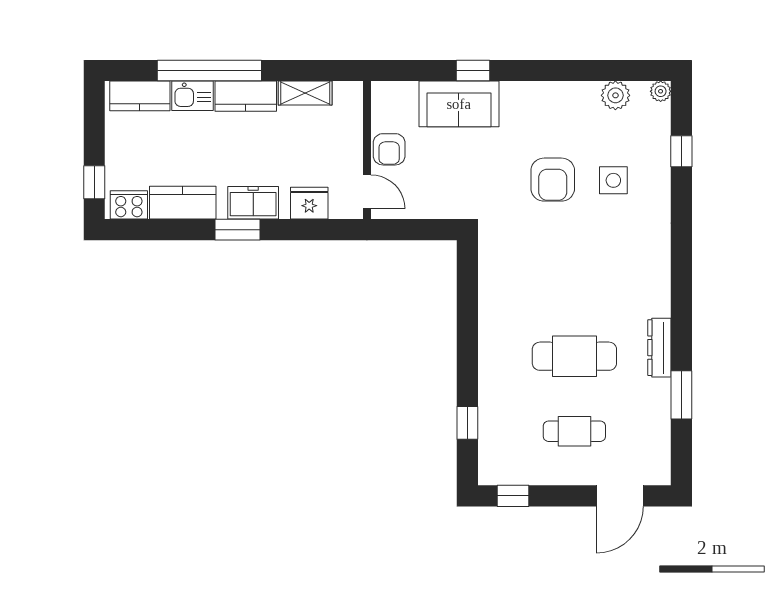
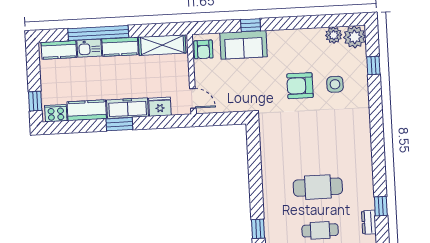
plant: (661, 91) -> (355, 37), width x1.88, depth x1.88
shelving: (305, 93) -> (162, 45), width x1.50, depth x1.33
armchair: (389, 149) -> (203, 49), moved
armchair: (553, 180) -> (300, 86), turned 90
freezer: (253, 203) -> (128, 108), width x1.40
dresser: (659, 348) -> (369, 222), moved, width x0.70
window: (681, 395) -> (381, 206), width x0.67

